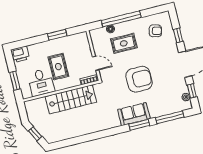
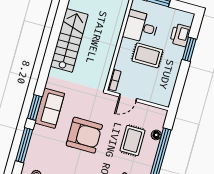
window: (57, 35) -> (189, 49), moved
printer: (20, 54) -> (180, 35), moved
armchair: (139, 79) -> (84, 135), turned -90
stairs: (71, 99) -> (69, 40), moved, turned 180

